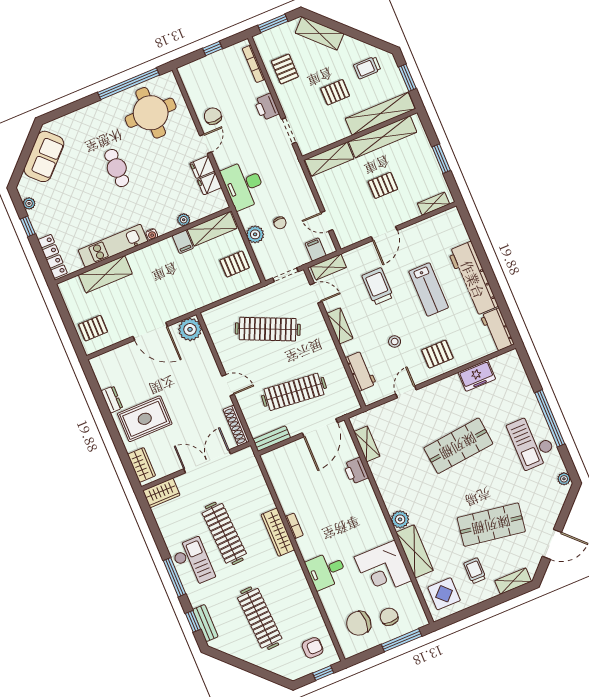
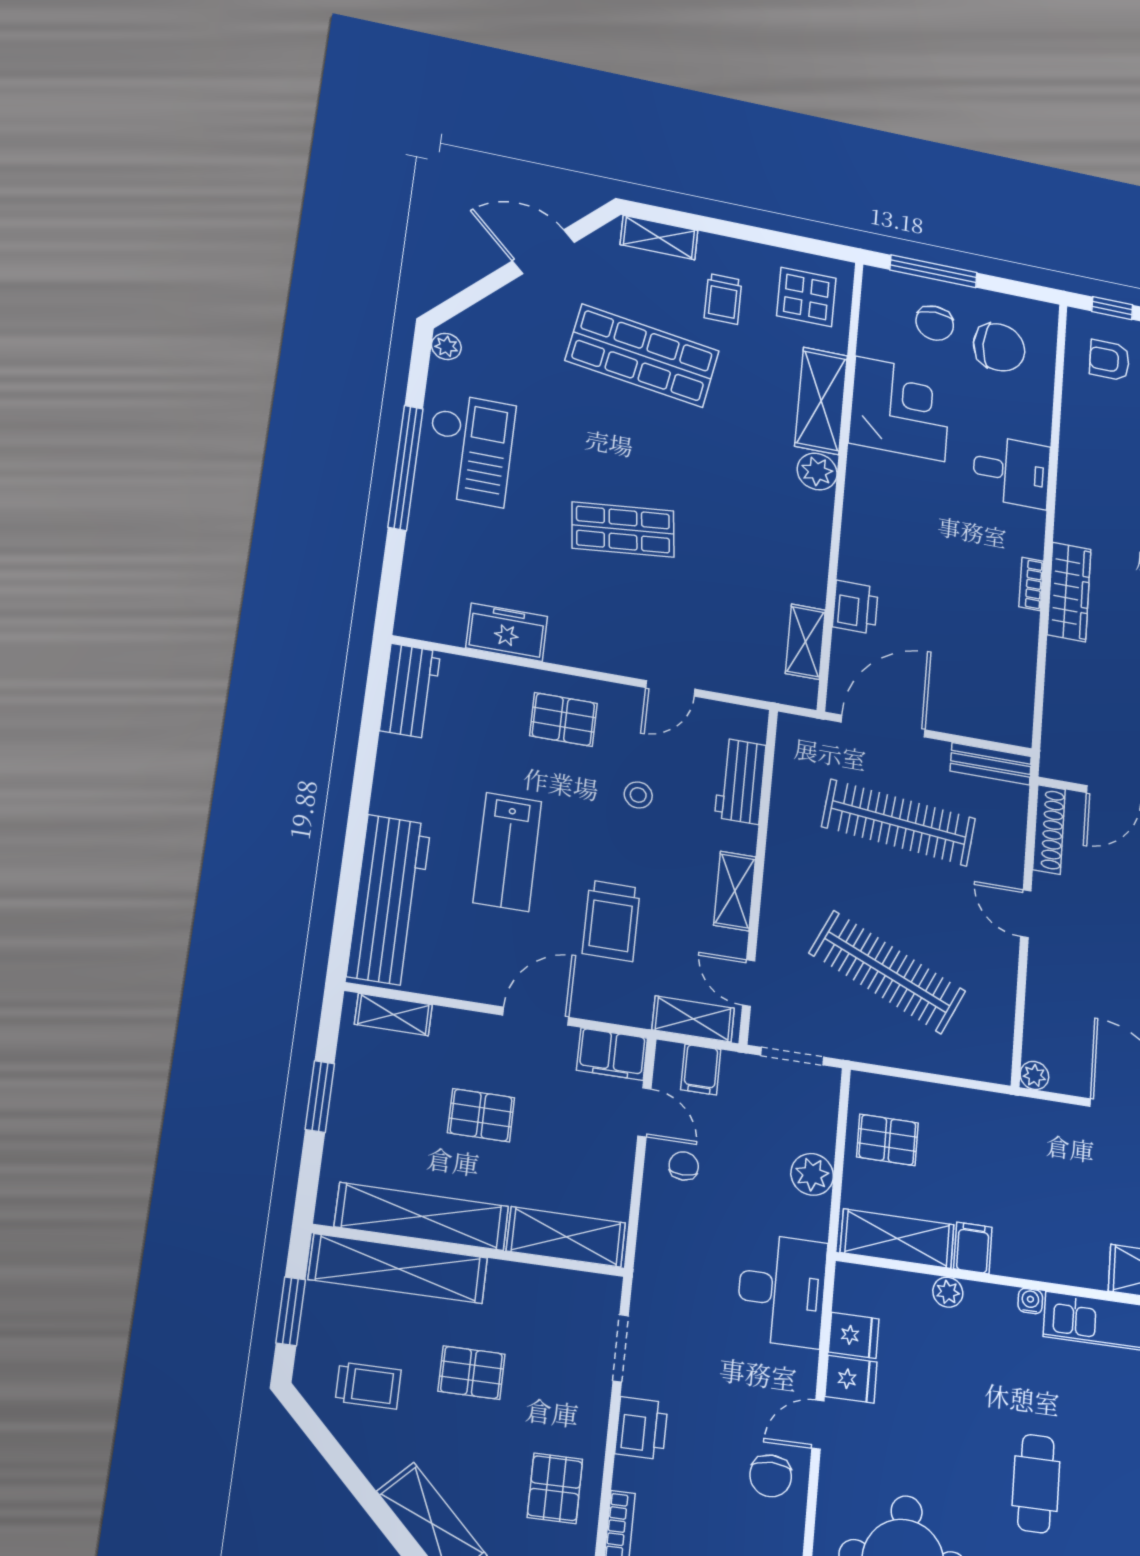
chair: (280, 223) -> (684, 1166), moved
filing cabinet: (350, 236) -> (612, 1054), added
workbench: (473, 279) -> (389, 900), moved
lab bench: (429, 290) -> (507, 852), turned 180
plant: (190, 329) -> (1034, 1075), width x0.53, depth x0.53
shop shelf: (458, 446) -> (623, 530), width x0.70, depth x0.74

